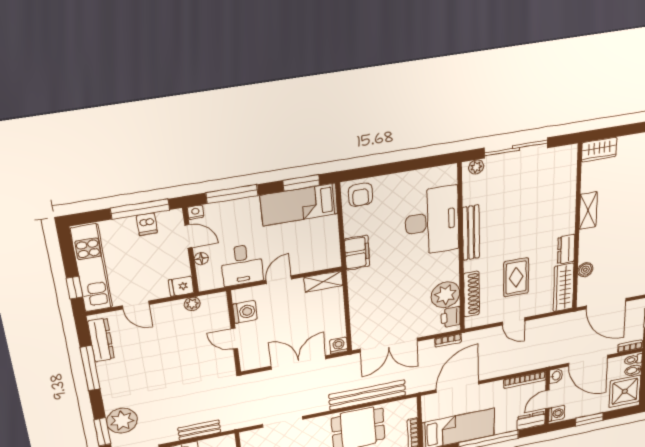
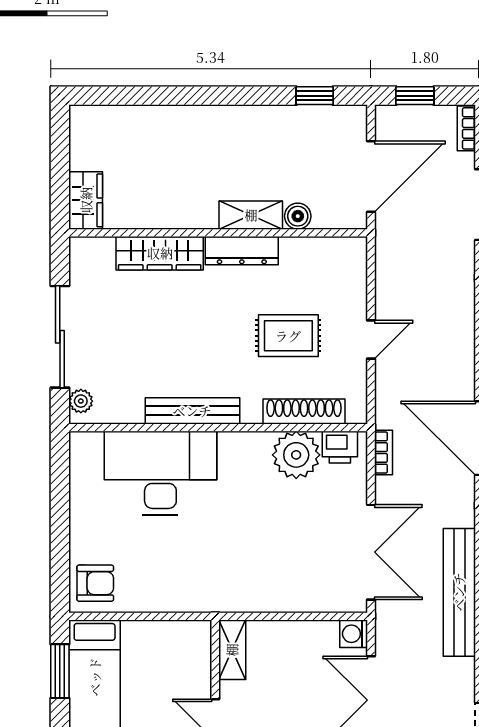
shelving: (588, 211) -> (251, 215), moved
dresser: (566, 249) -> (242, 251), width x1.44
filing cabinet: (357, 253) -> (192, 594), removed
wardrobe: (564, 287) -> (160, 253), moved

